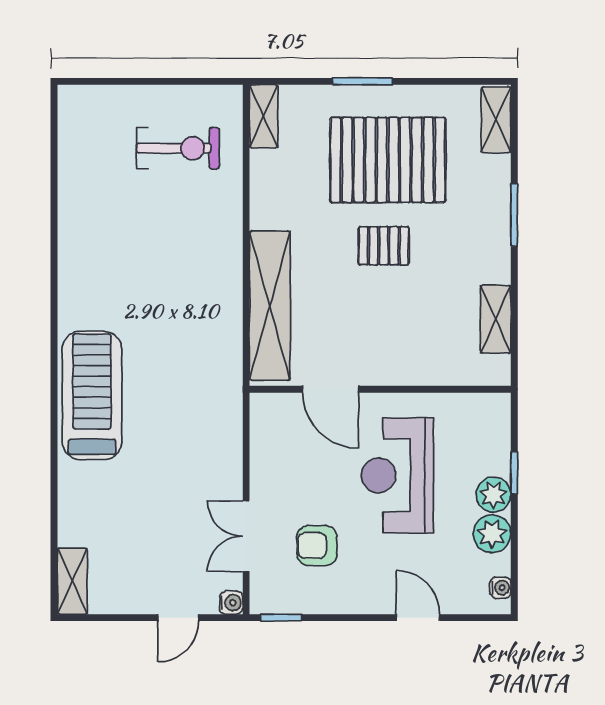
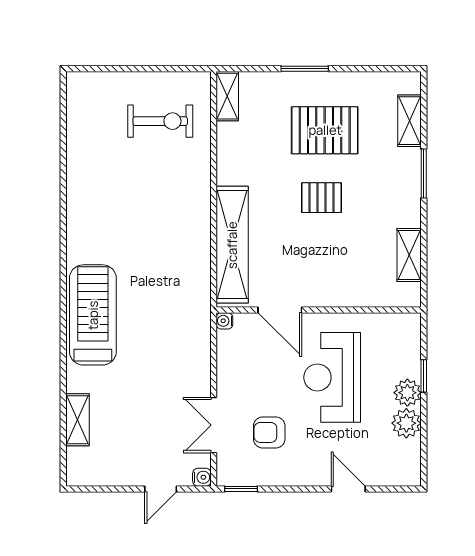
shelving: (496, 120) -> (410, 121), moved
pallet: (388, 160) -> (325, 130), width x0.73, depth x0.71
shelving: (72, 581) -> (77, 420), moved
water cooler: (500, 588) -> (224, 321), moved, turned 180

